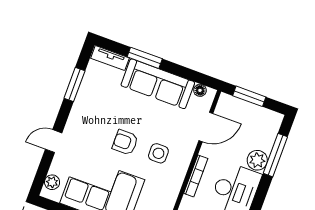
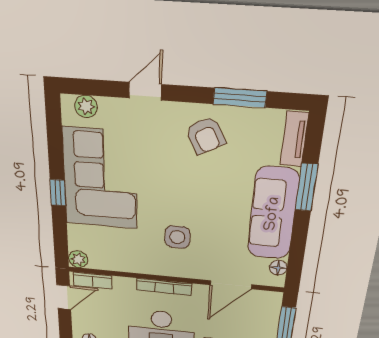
door: (206, 127) -> (231, 285), hinge flipped
door: (54, 141) -> (145, 91), hinge flipped
armchair: (125, 142) -> (205, 135), moved, turned 152

